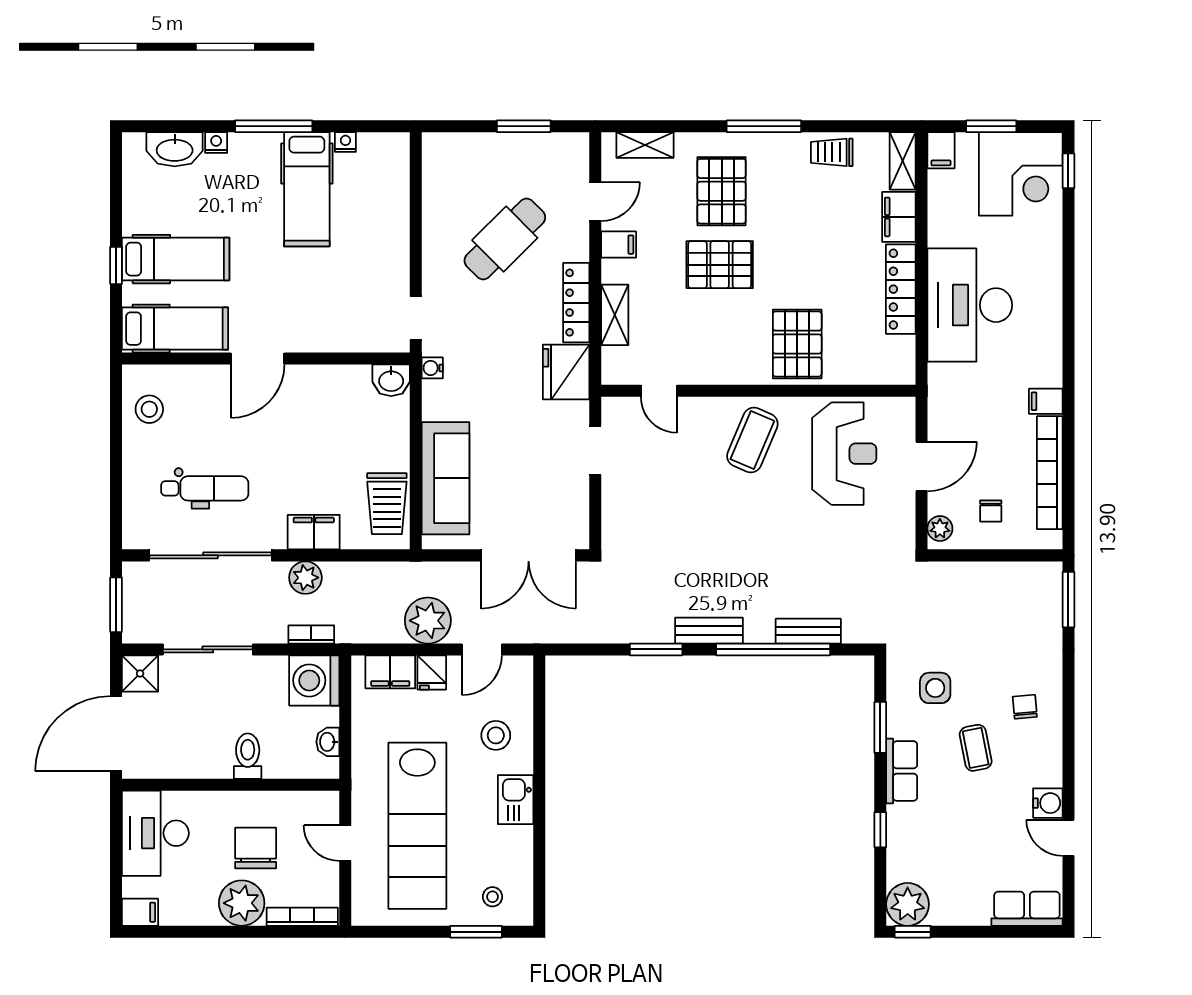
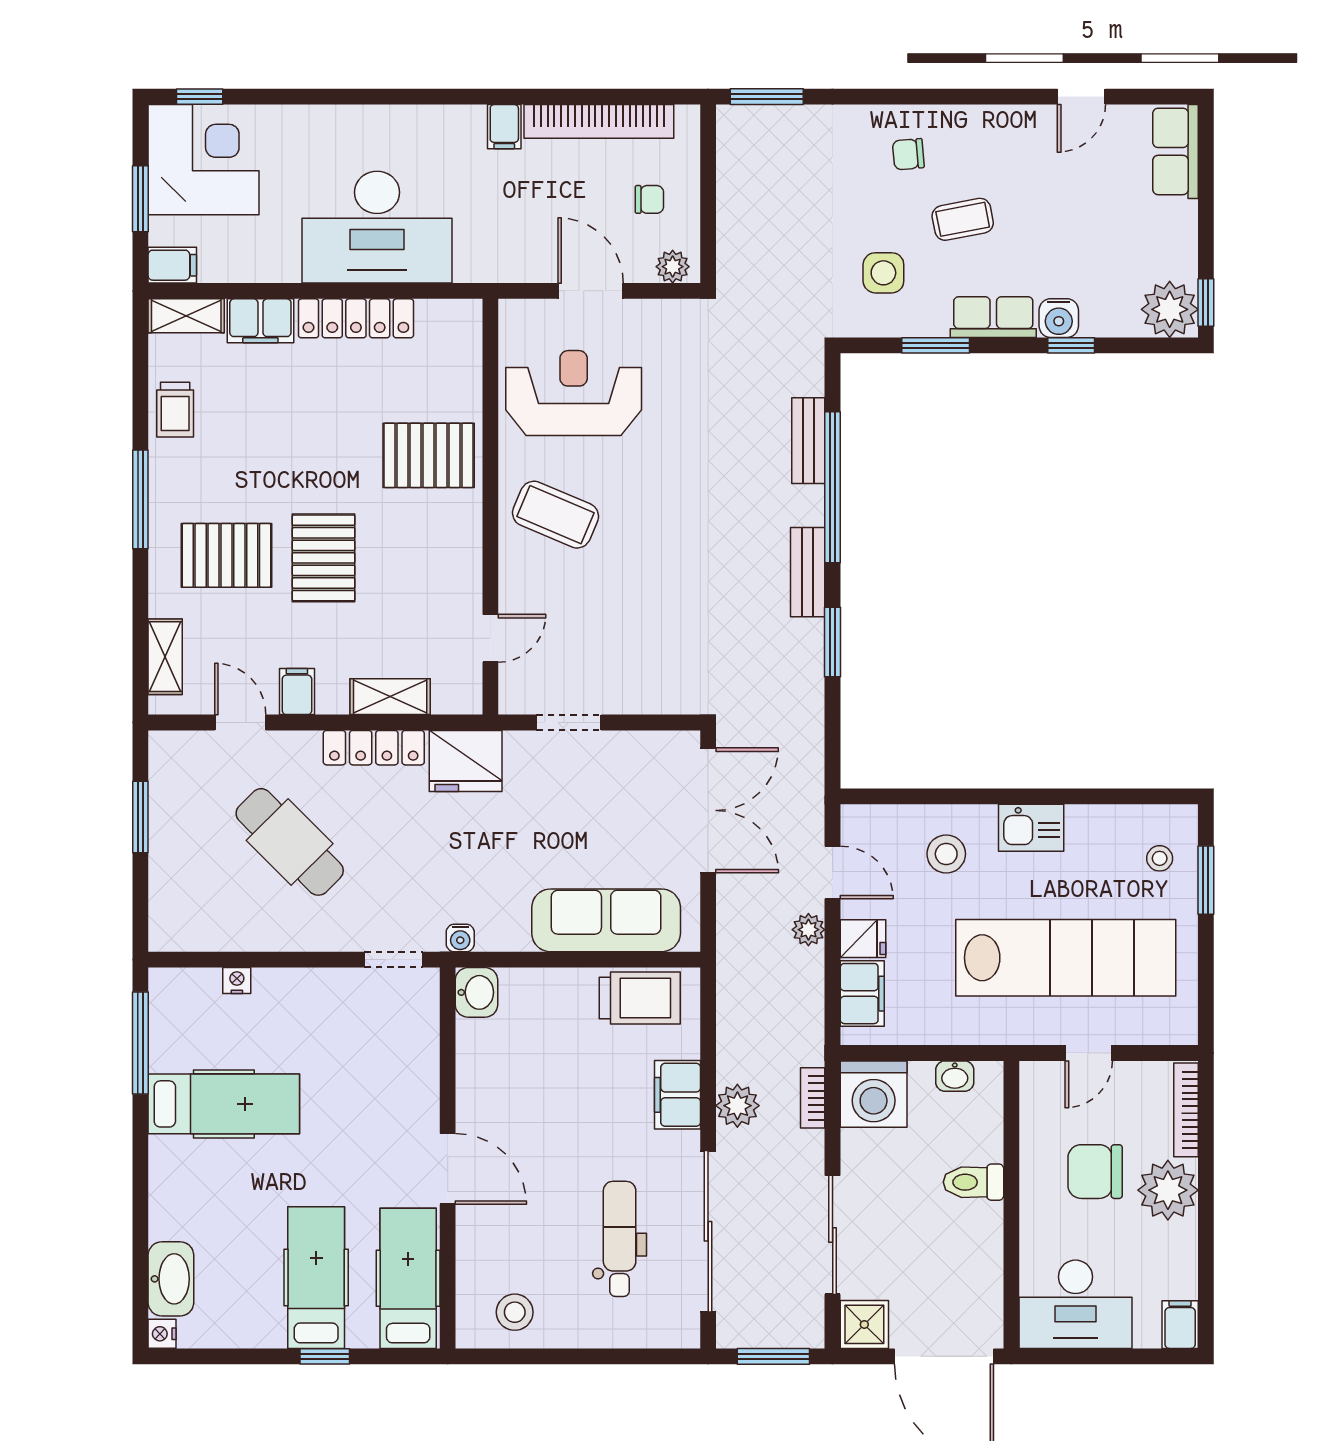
window: (274, 126) -> (140, 1043), moved
nightstand: (345, 142) -> (237, 981), moved, turned 90
nightstand: (216, 143) -> (162, 1334), moved
plant: (428, 621) -> (808, 930), width x0.53, depth x0.53
water cooler: (1048, 803) -> (1059, 318), moved, turned 180

